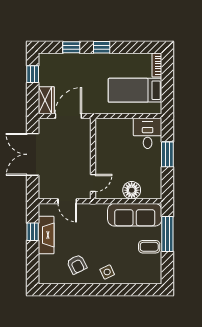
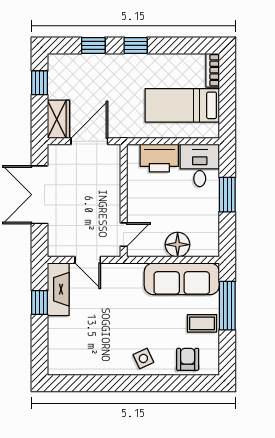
printer: (119, 128) -> (159, 158), added
fireplace: (46, 235) -> (58, 289), moved
armchair: (77, 264) -> (188, 359), moved, turned -153

